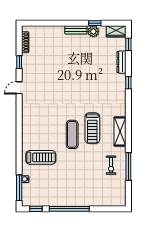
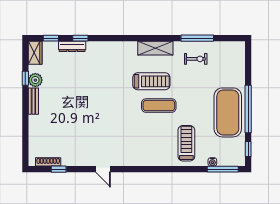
window: (19, 62) -> (59, 169), moved
window: (128, 83) -> (80, 38), moved
exercise mat: (66, 192) -> (228, 112), added

